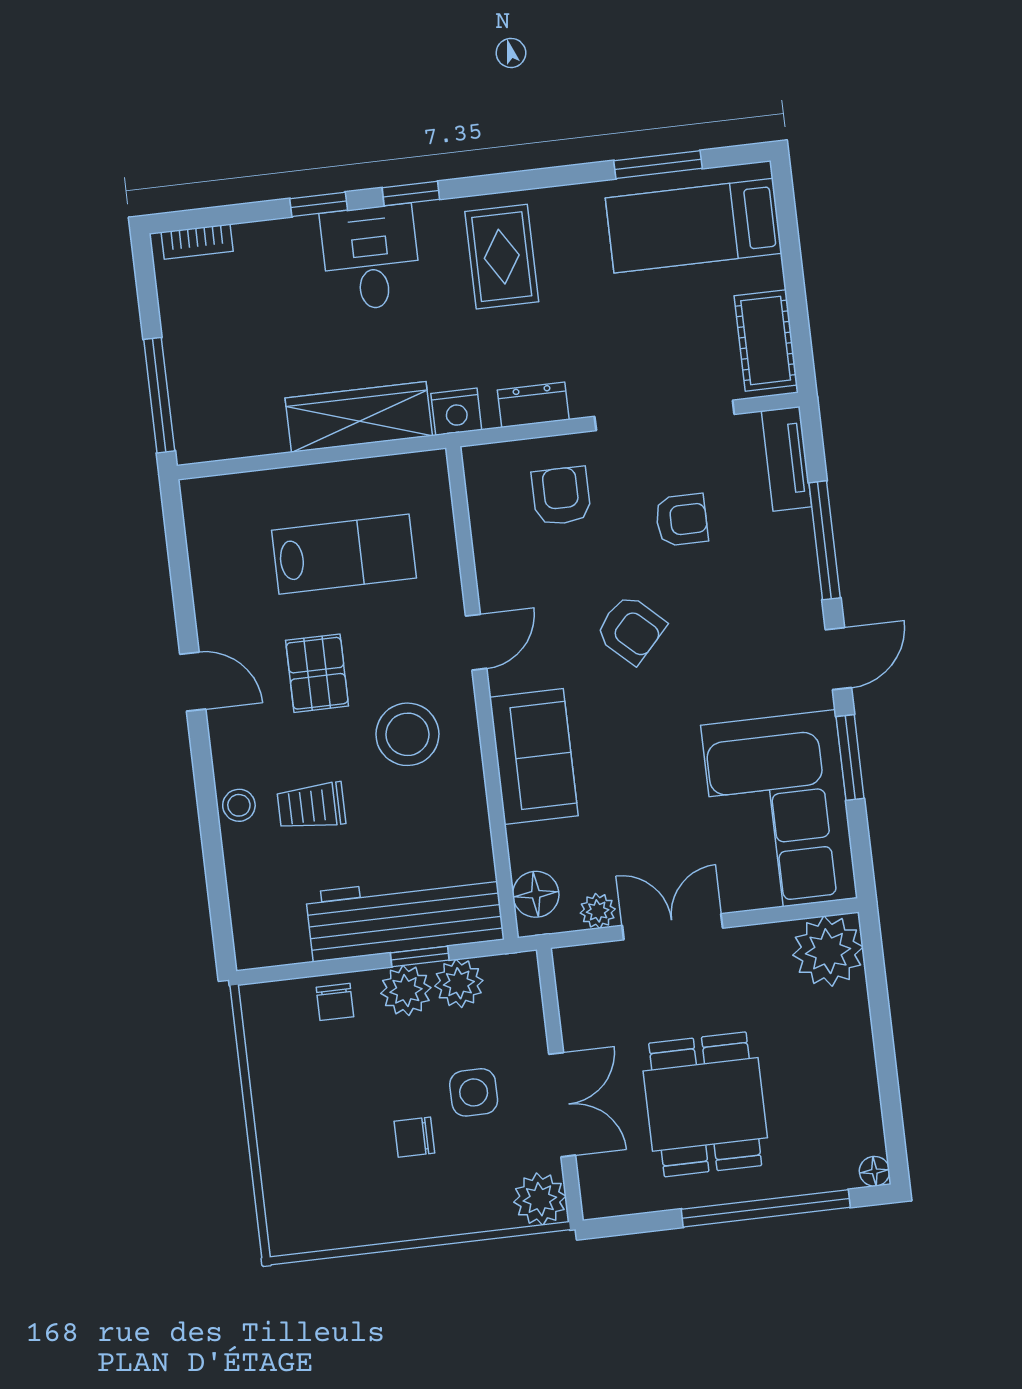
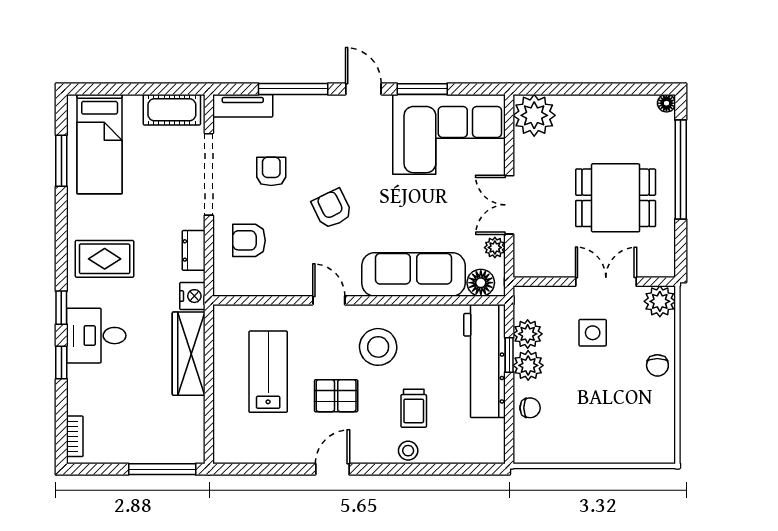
armchair: (631, 629) -> (332, 209), turned -69
sofa: (534, 756) -> (413, 274), width x1.36
chair: (414, 1137) -> (657, 365), moved

